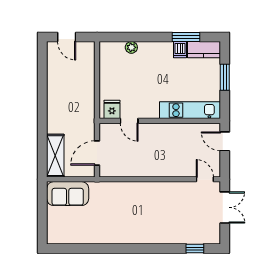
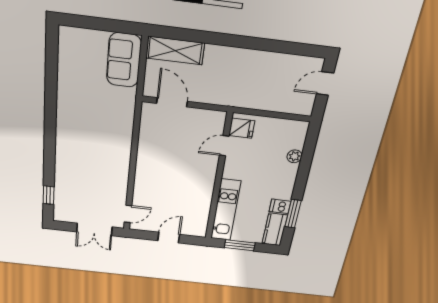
fridge: (112, 109) -> (242, 128), moved
kitchen unit: (190, 110) -> (226, 210), moved
door: (129, 121) -> (224, 146), moved
wall: (160, 121) -> (219, 178), moved

